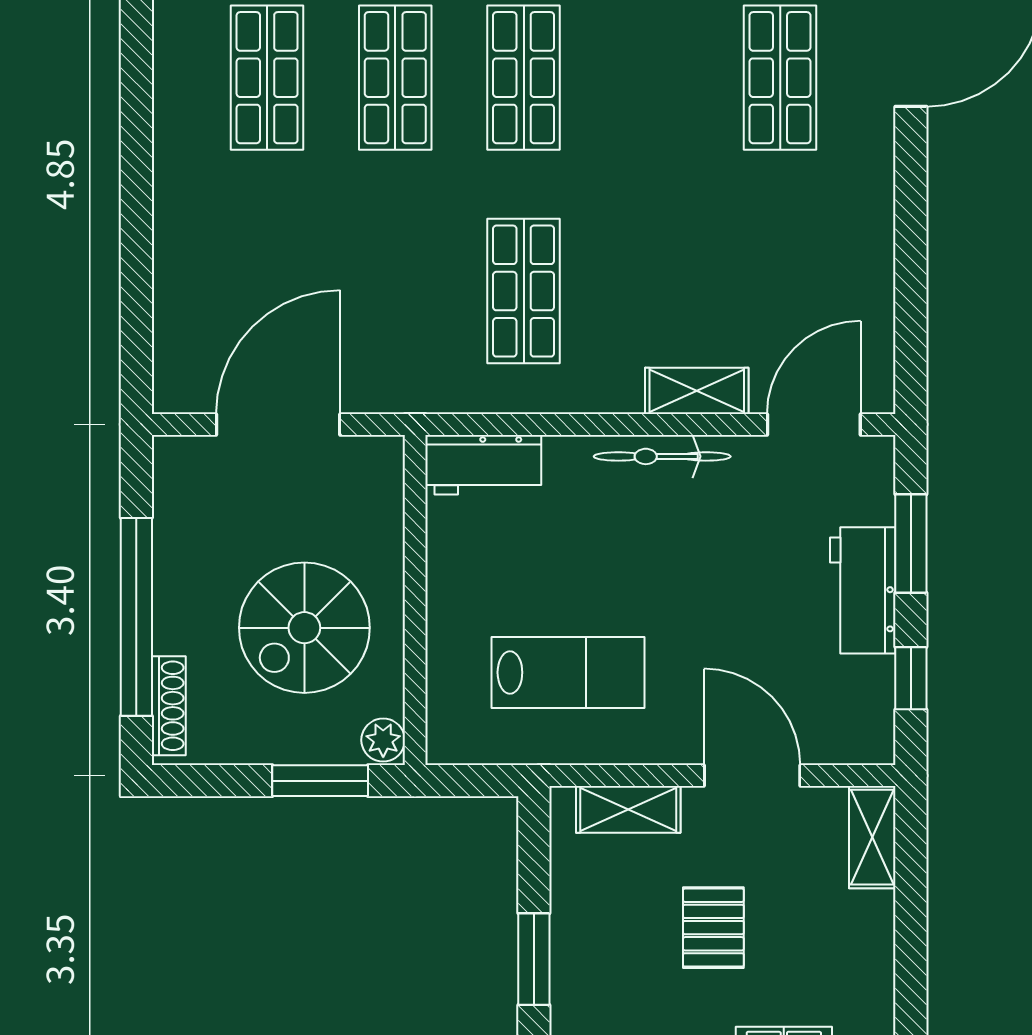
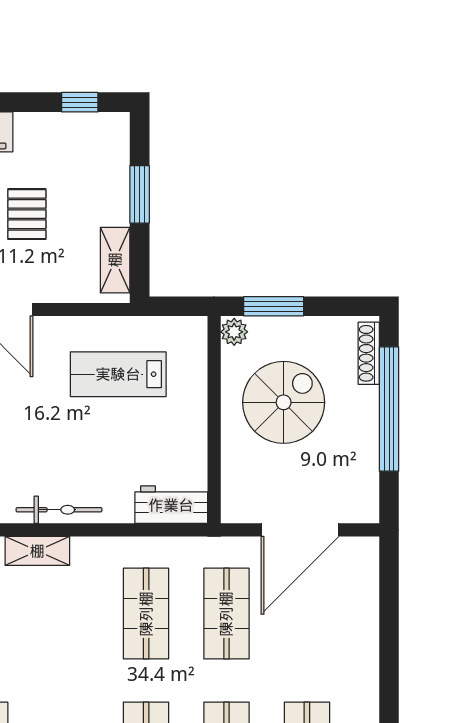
shop shelf: (395, 291) -> (226, 614), added
shelving: (628, 809) -> (115, 260), moved, turned 90

